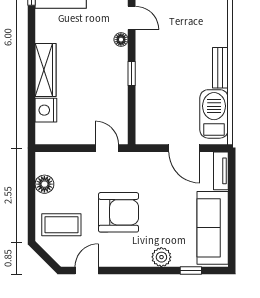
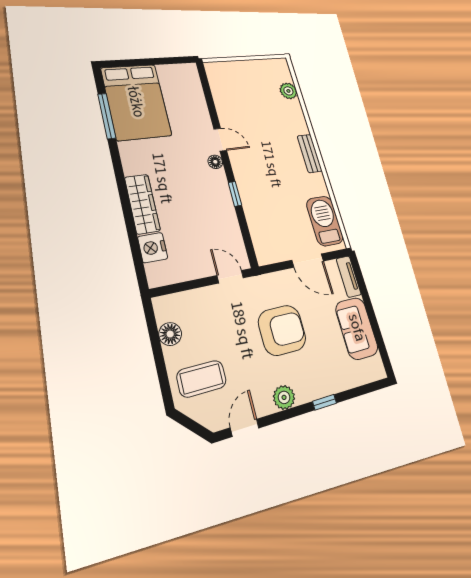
bench: (220, 68) -> (310, 153), moved
armchair: (119, 212) -> (282, 330), moved
sofa: (213, 228) -> (357, 328), width x0.73
plant: (161, 257) -> (284, 397), moved
window: (191, 271) -> (325, 402), moved

